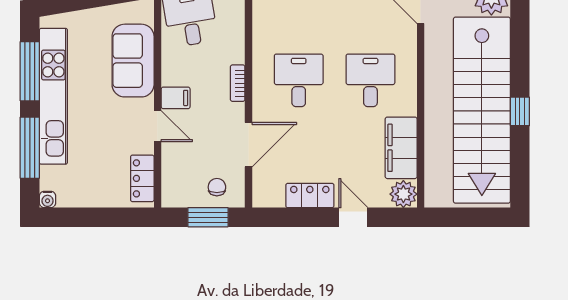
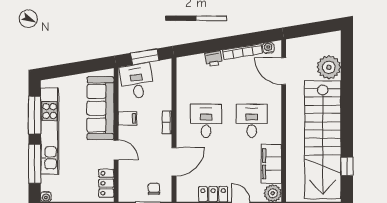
sofa: (133, 61) -> (100, 108), width x1.36
filing cabinet: (176, 98) -> (128, 118), moved
window: (520, 111) -> (347, 166), moved

